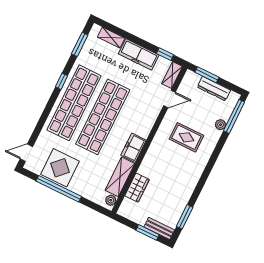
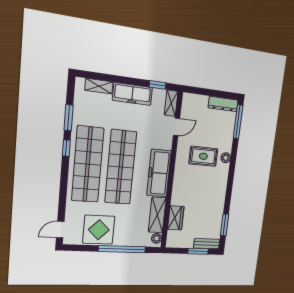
window: (80, 44) -> (69, 118), moved
window: (207, 75) -> (203, 92), removed
dresser: (214, 89) -> (223, 104), moved
plant: (221, 125) -> (226, 158), moved
freezer: (134, 148) -> (159, 173), width x1.91, depth x1.26
window: (59, 189) -> (122, 249), moved

